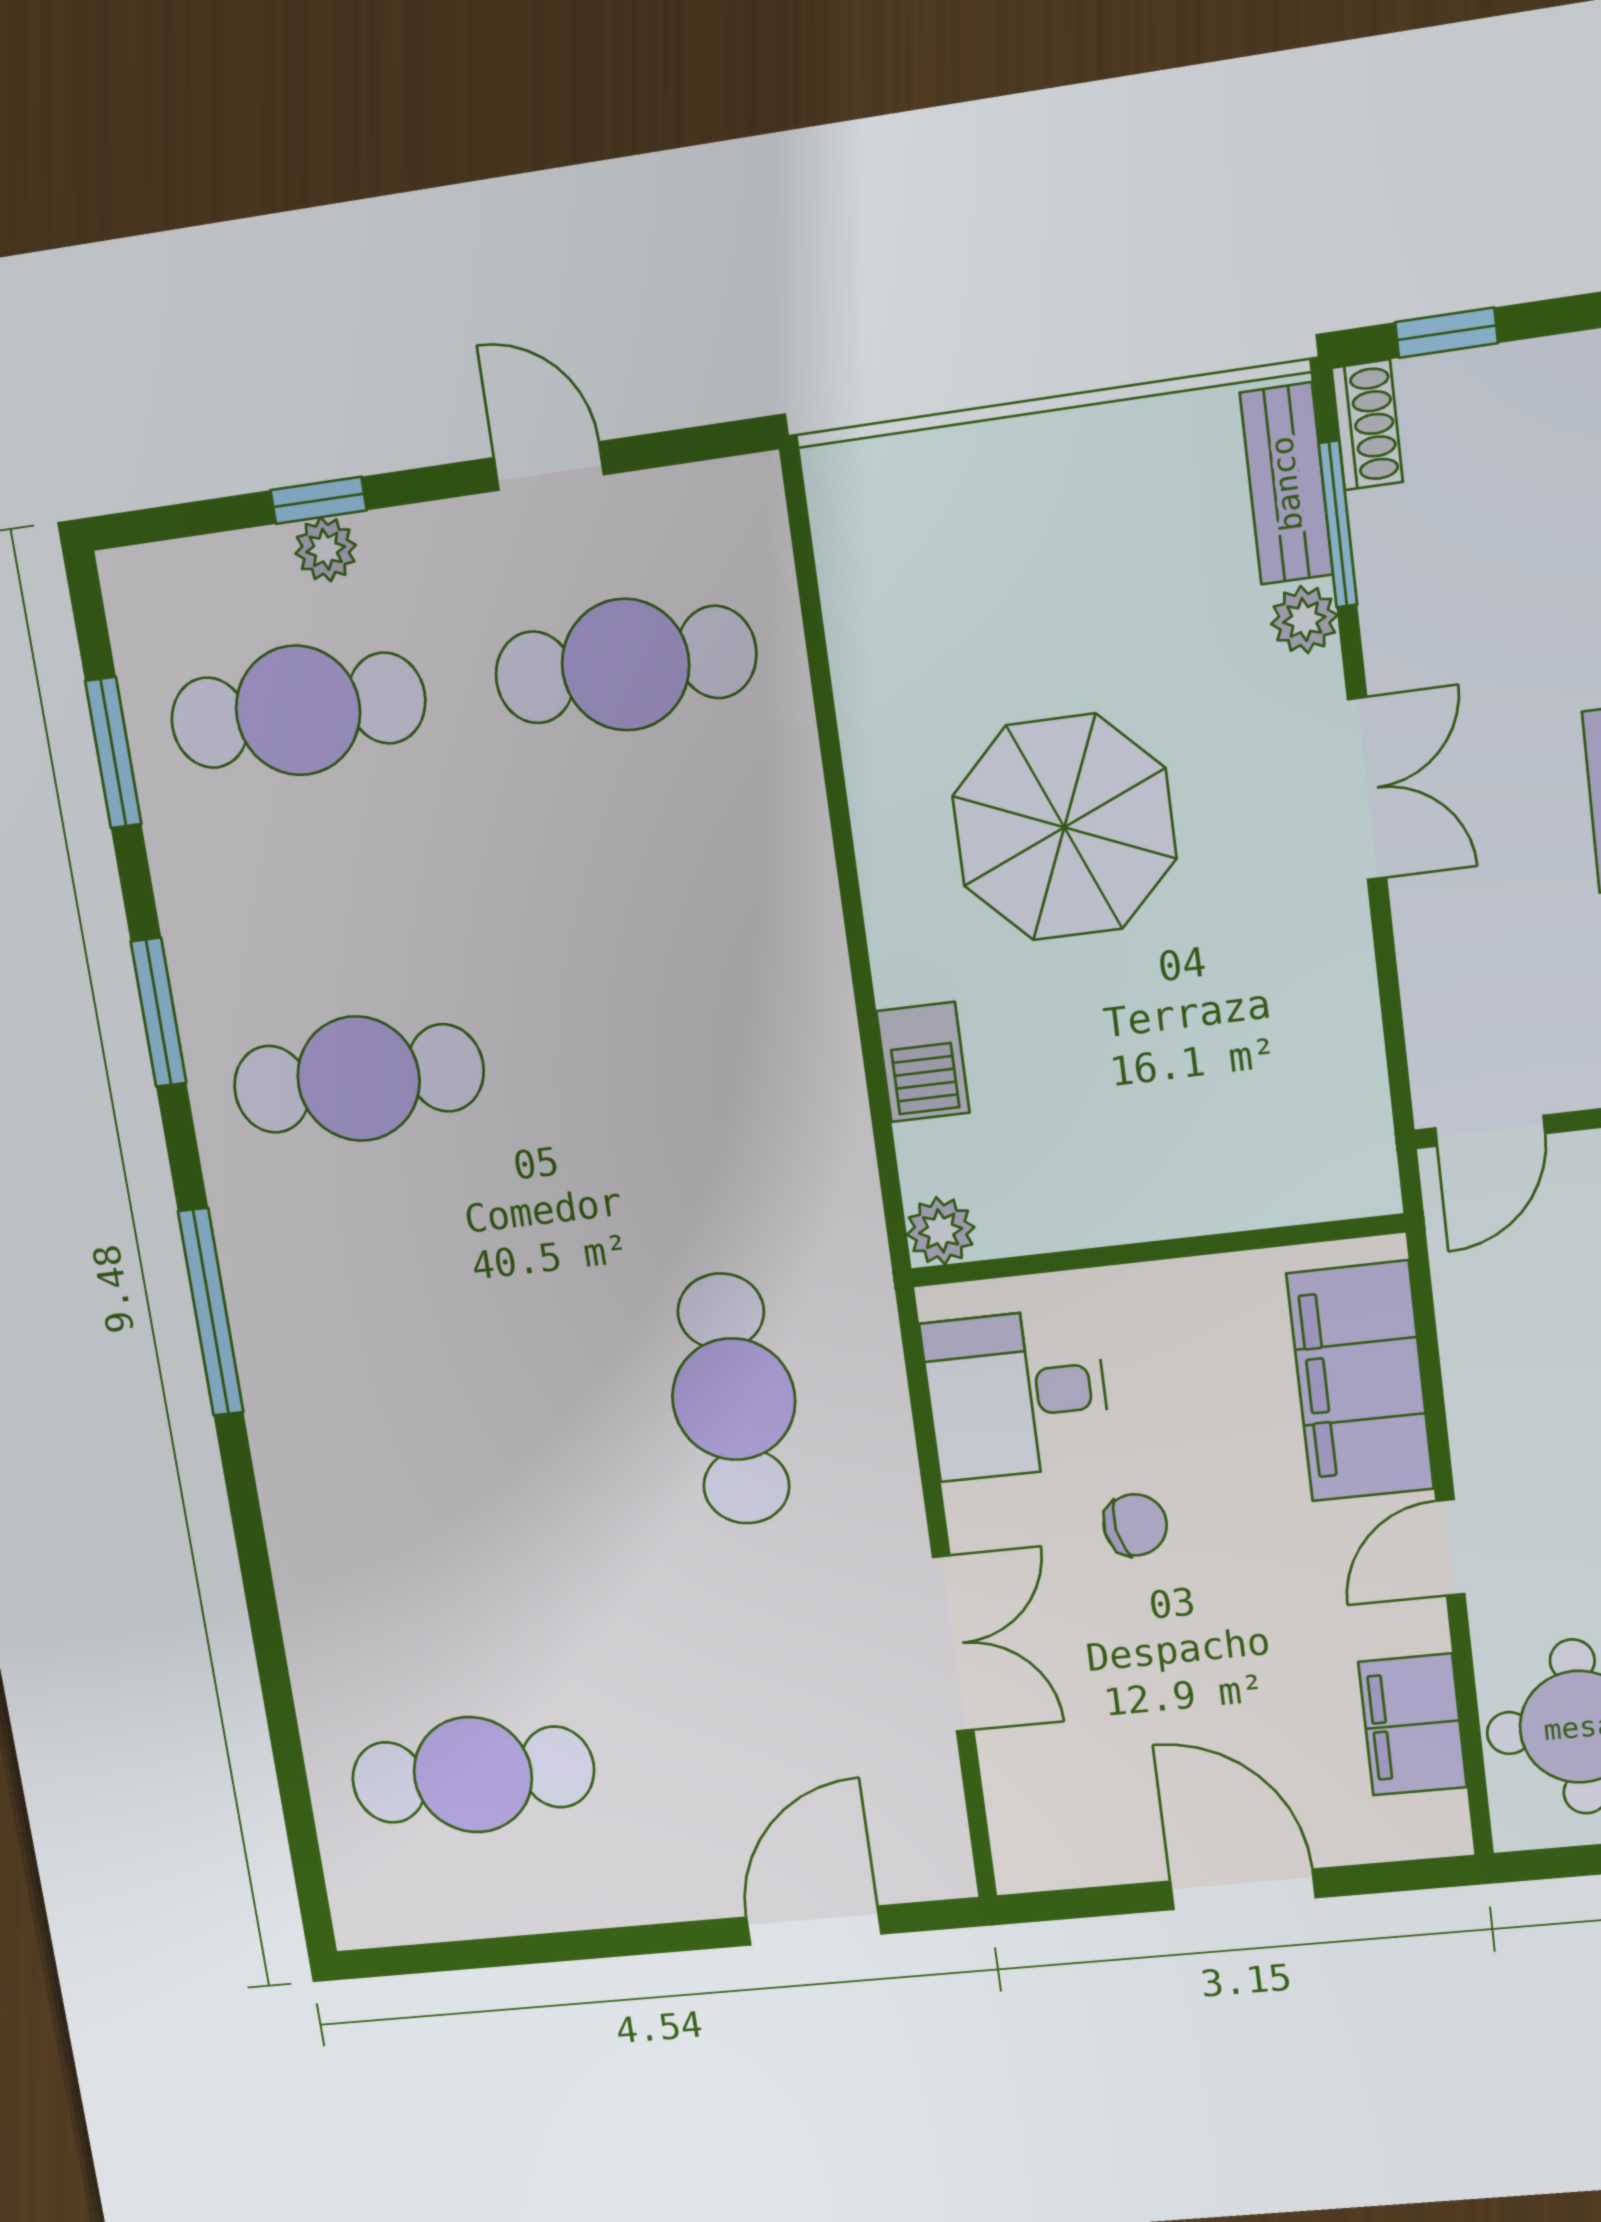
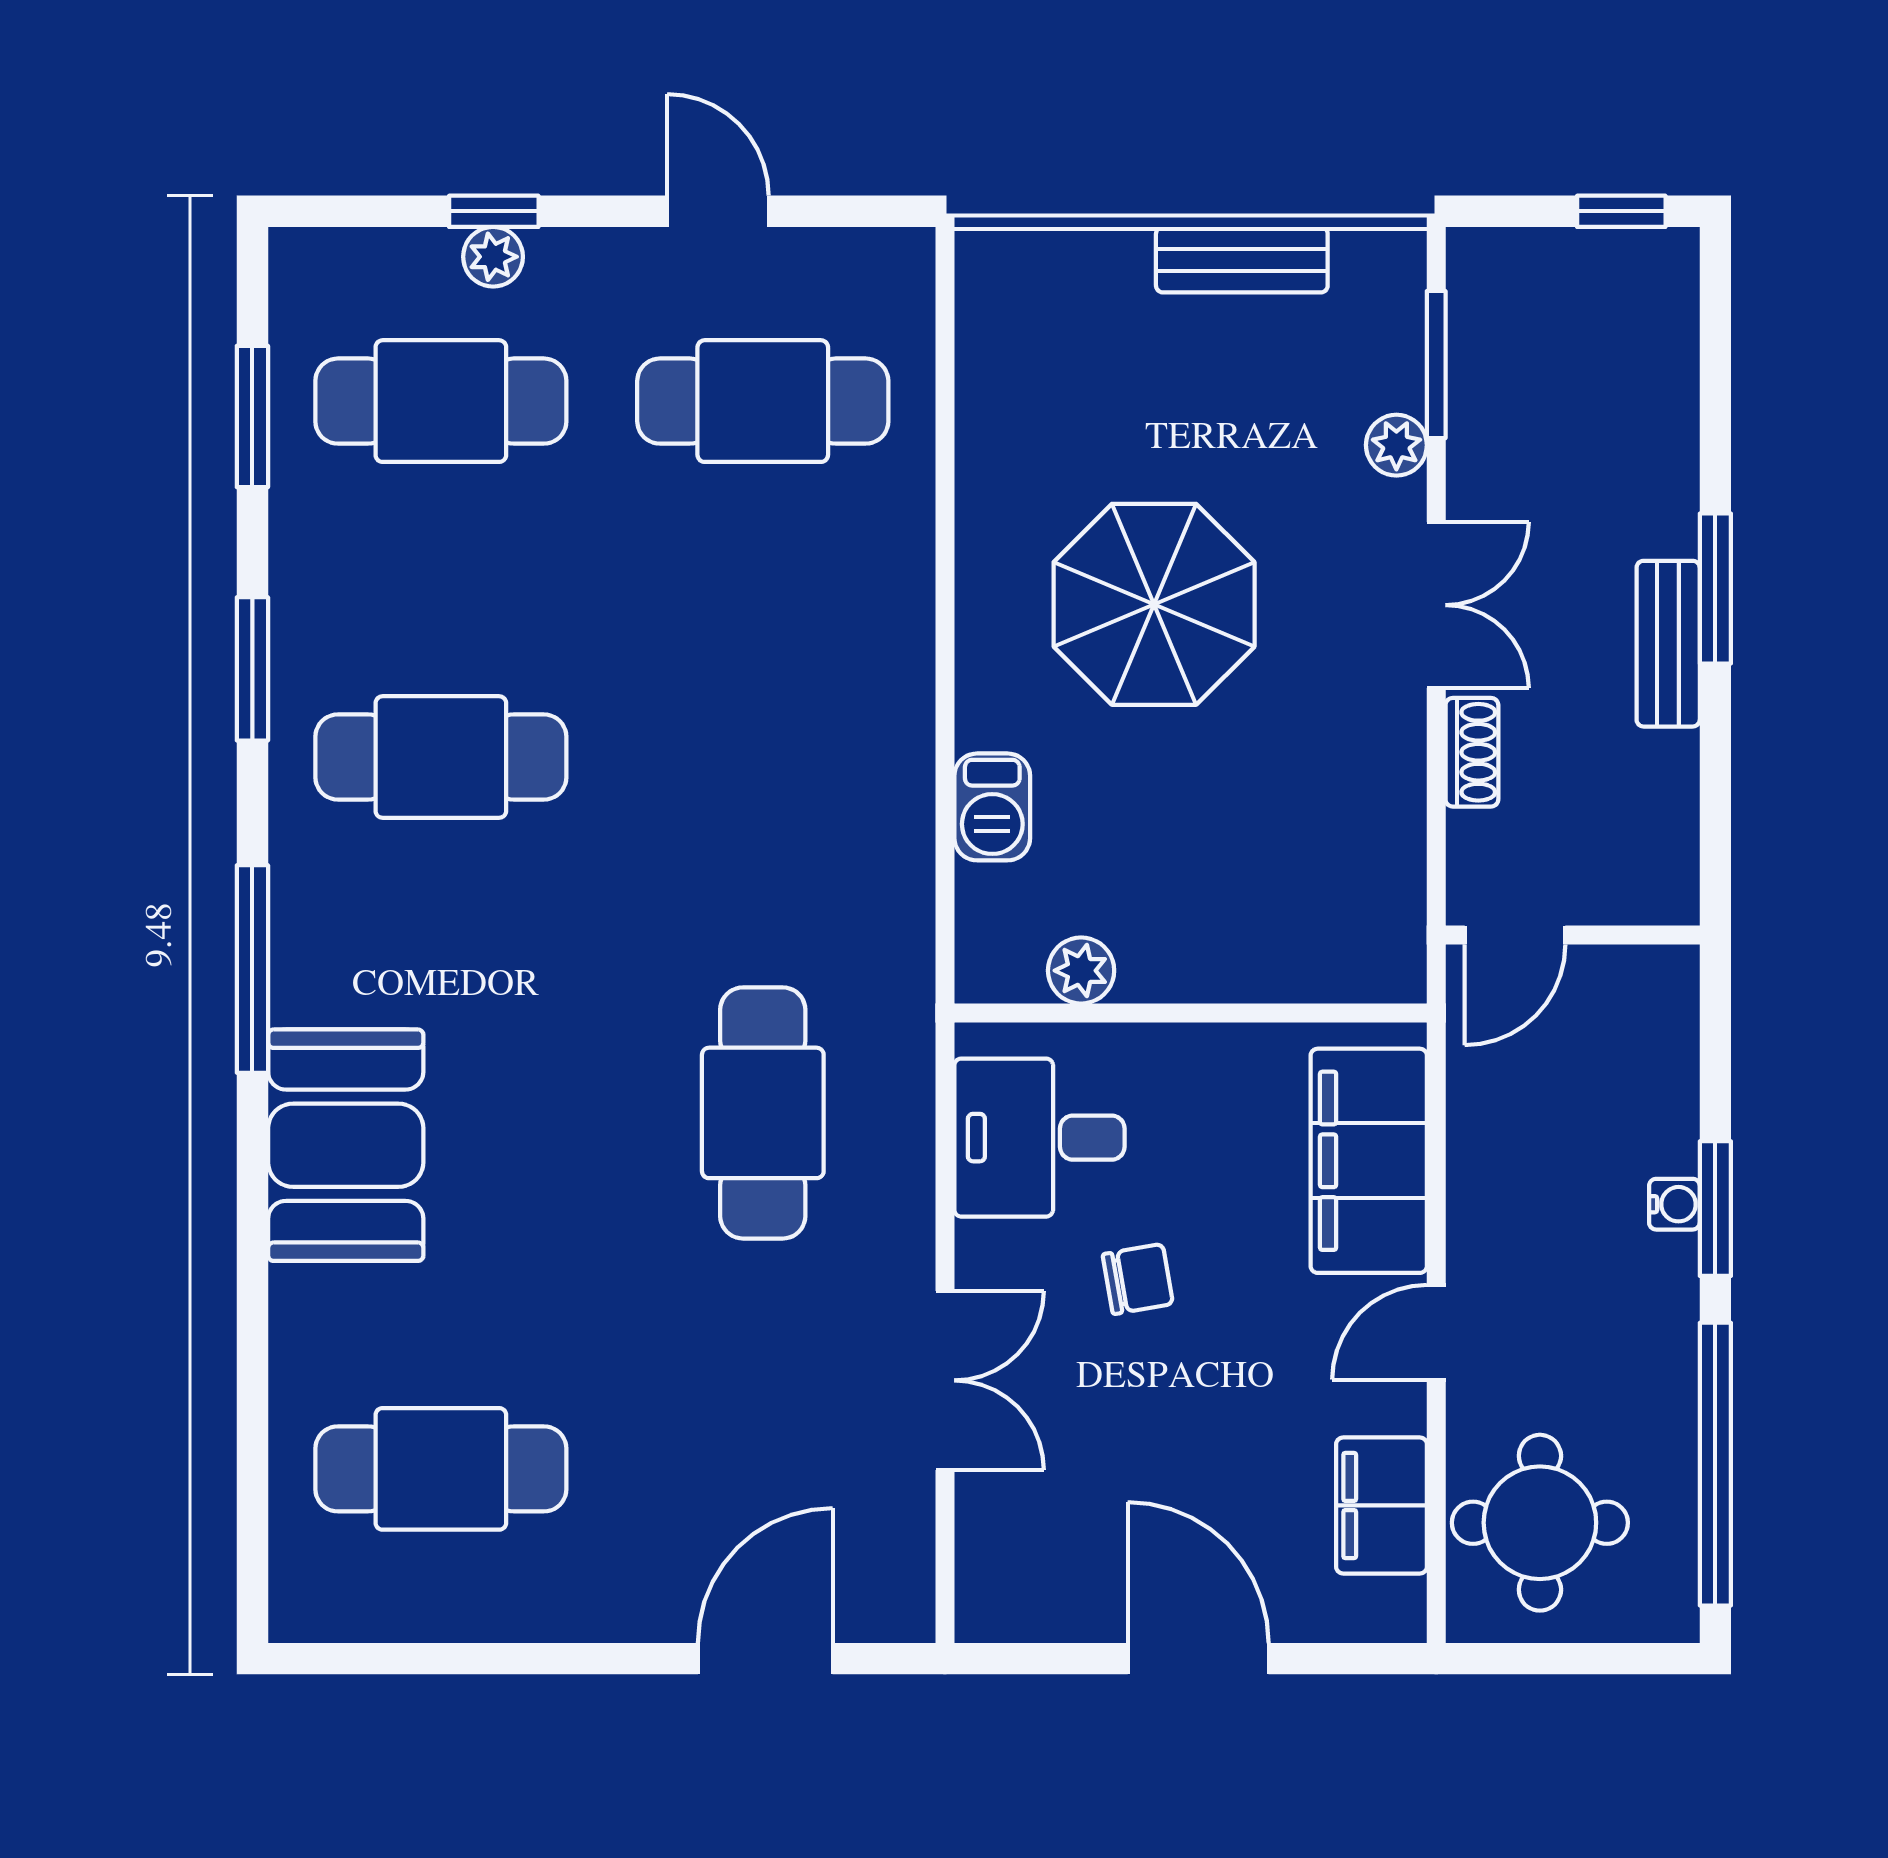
window: (1447, 333) -> (1621, 211), moved
shoe rack: (1367, 425) -> (1472, 752), moved
bench: (1286, 484) -> (1242, 260), moved, turned 90
plant: (941, 1231) -> (1081, 971), moved
booth: (330, 1474) -> (346, 1145), added

